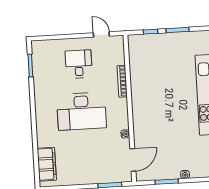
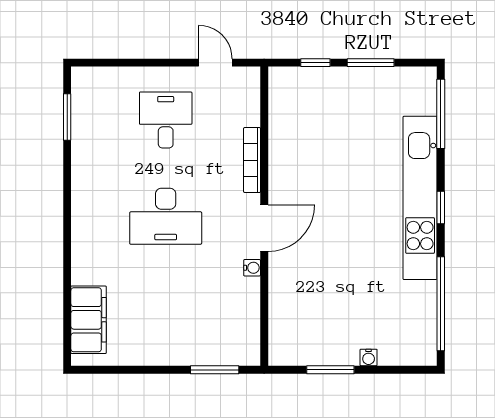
desk: (81, 111) -> (166, 216), width x0.73, depth x0.77
door: (133, 160) -> (264, 228), moved

